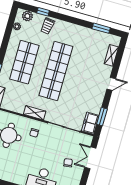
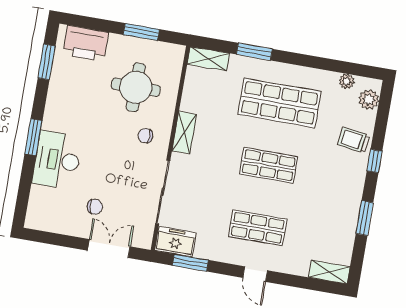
window: (43, 12) -> (375, 161), moved
window: (101, 28) -> (365, 218), moved
shelving: (111, 55) -> (329, 272), moved
shop shelf: (56, 71) -> (269, 165), width x0.50, depth x0.74
shop shelf: (87, 80) -> (258, 228), added

